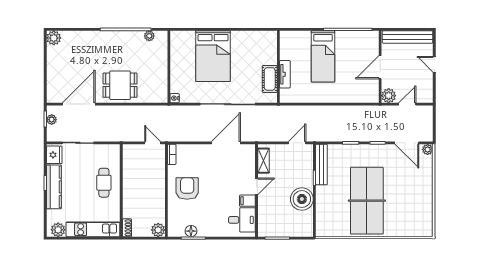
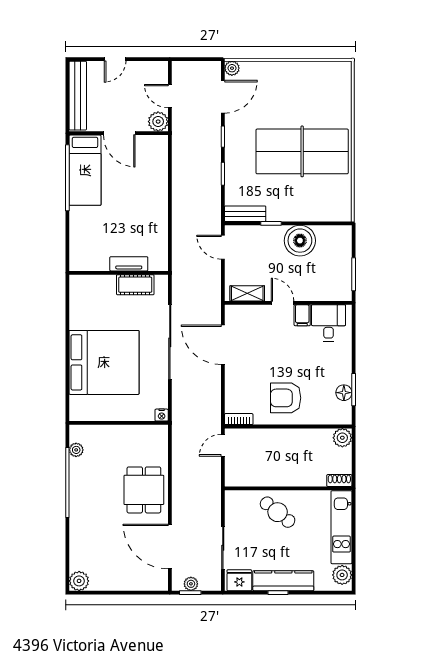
bed: (213, 56) -> (104, 362), width x1.36
bed: (323, 56) -> (85, 170), moved, turned 90
bench: (321, 165) -> (245, 214), width x0.73
cafe table: (104, 183) -> (278, 512), turned 39

